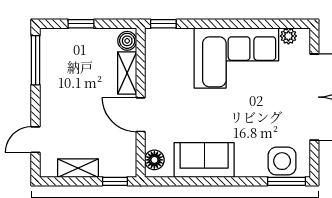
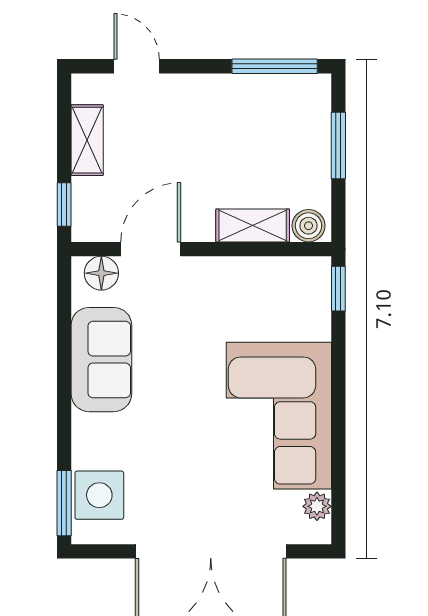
window: (81, 24) -> (338, 145), width x1.50
door: (141, 115) -> (151, 249), moved

